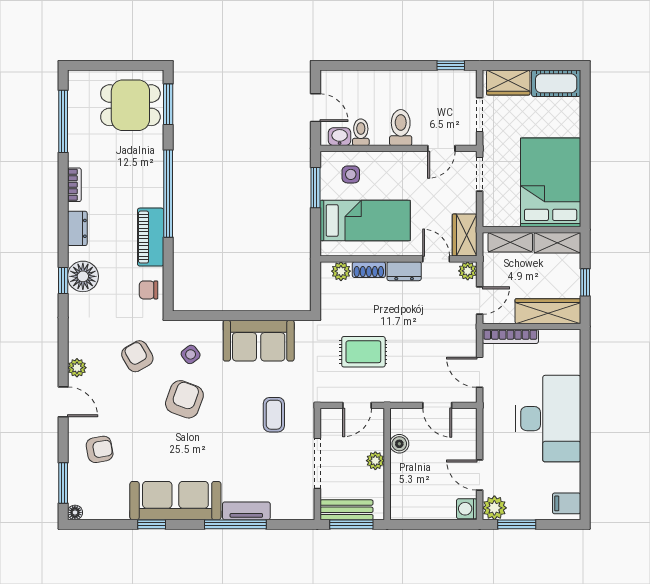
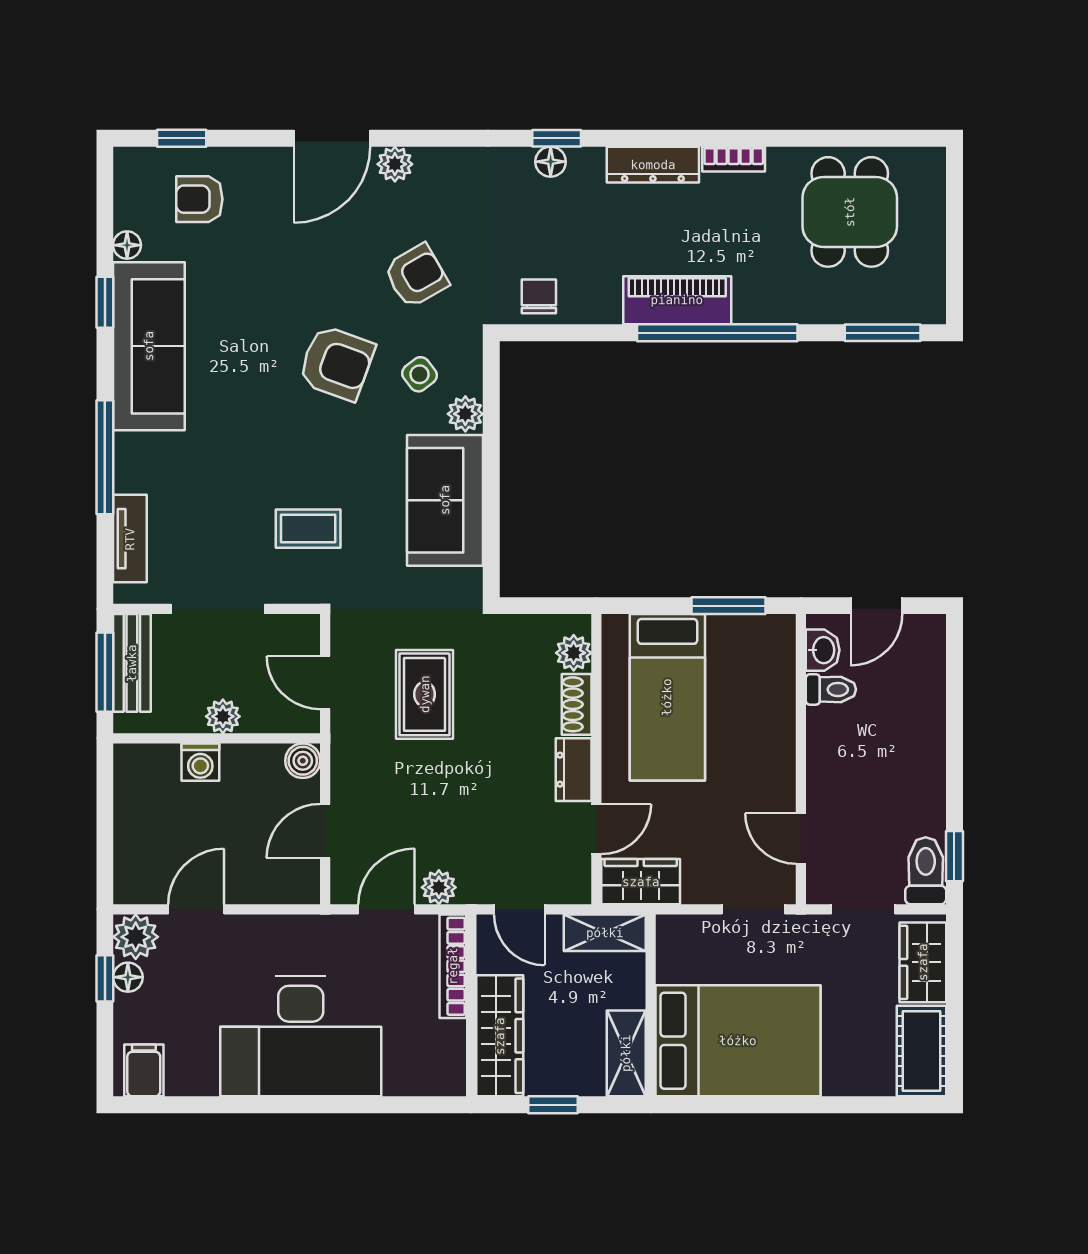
dining table: (130, 105) -> (850, 212), moved
window: (63, 121) -> (851, 138), removed
toilet: (401, 128) -> (926, 871), moved, turned -90
side table: (351, 174) -> (753, 671), removed
dresser: (77, 228) -> (653, 165), width x1.44
piano: (151, 237) -> (677, 300), moved
shelving: (510, 242) -> (605, 933), moved, turned 90
plant: (468, 271) -> (439, 887), moved
floor lamp: (83, 276) -> (551, 162), width x0.53, depth x0.53
plant: (212, 330) -> (465, 414), added
door: (63, 402) -> (332, 138), width x1.37
boiler: (399, 444) -> (303, 761), moved
armchair: (100, 449) -> (199, 199), moved, turned 100
window: (63, 483) -> (182, 138), width x0.67
washing machine: (467, 509) -> (200, 762), moved, turned 180
tv unit: (246, 511) -> (130, 539), moved
floor lamp: (75, 512) -> (127, 245), moved
floor lamp: (516, 512) -> (128, 977), added
window: (517, 524) -> (105, 978), width x0.67

